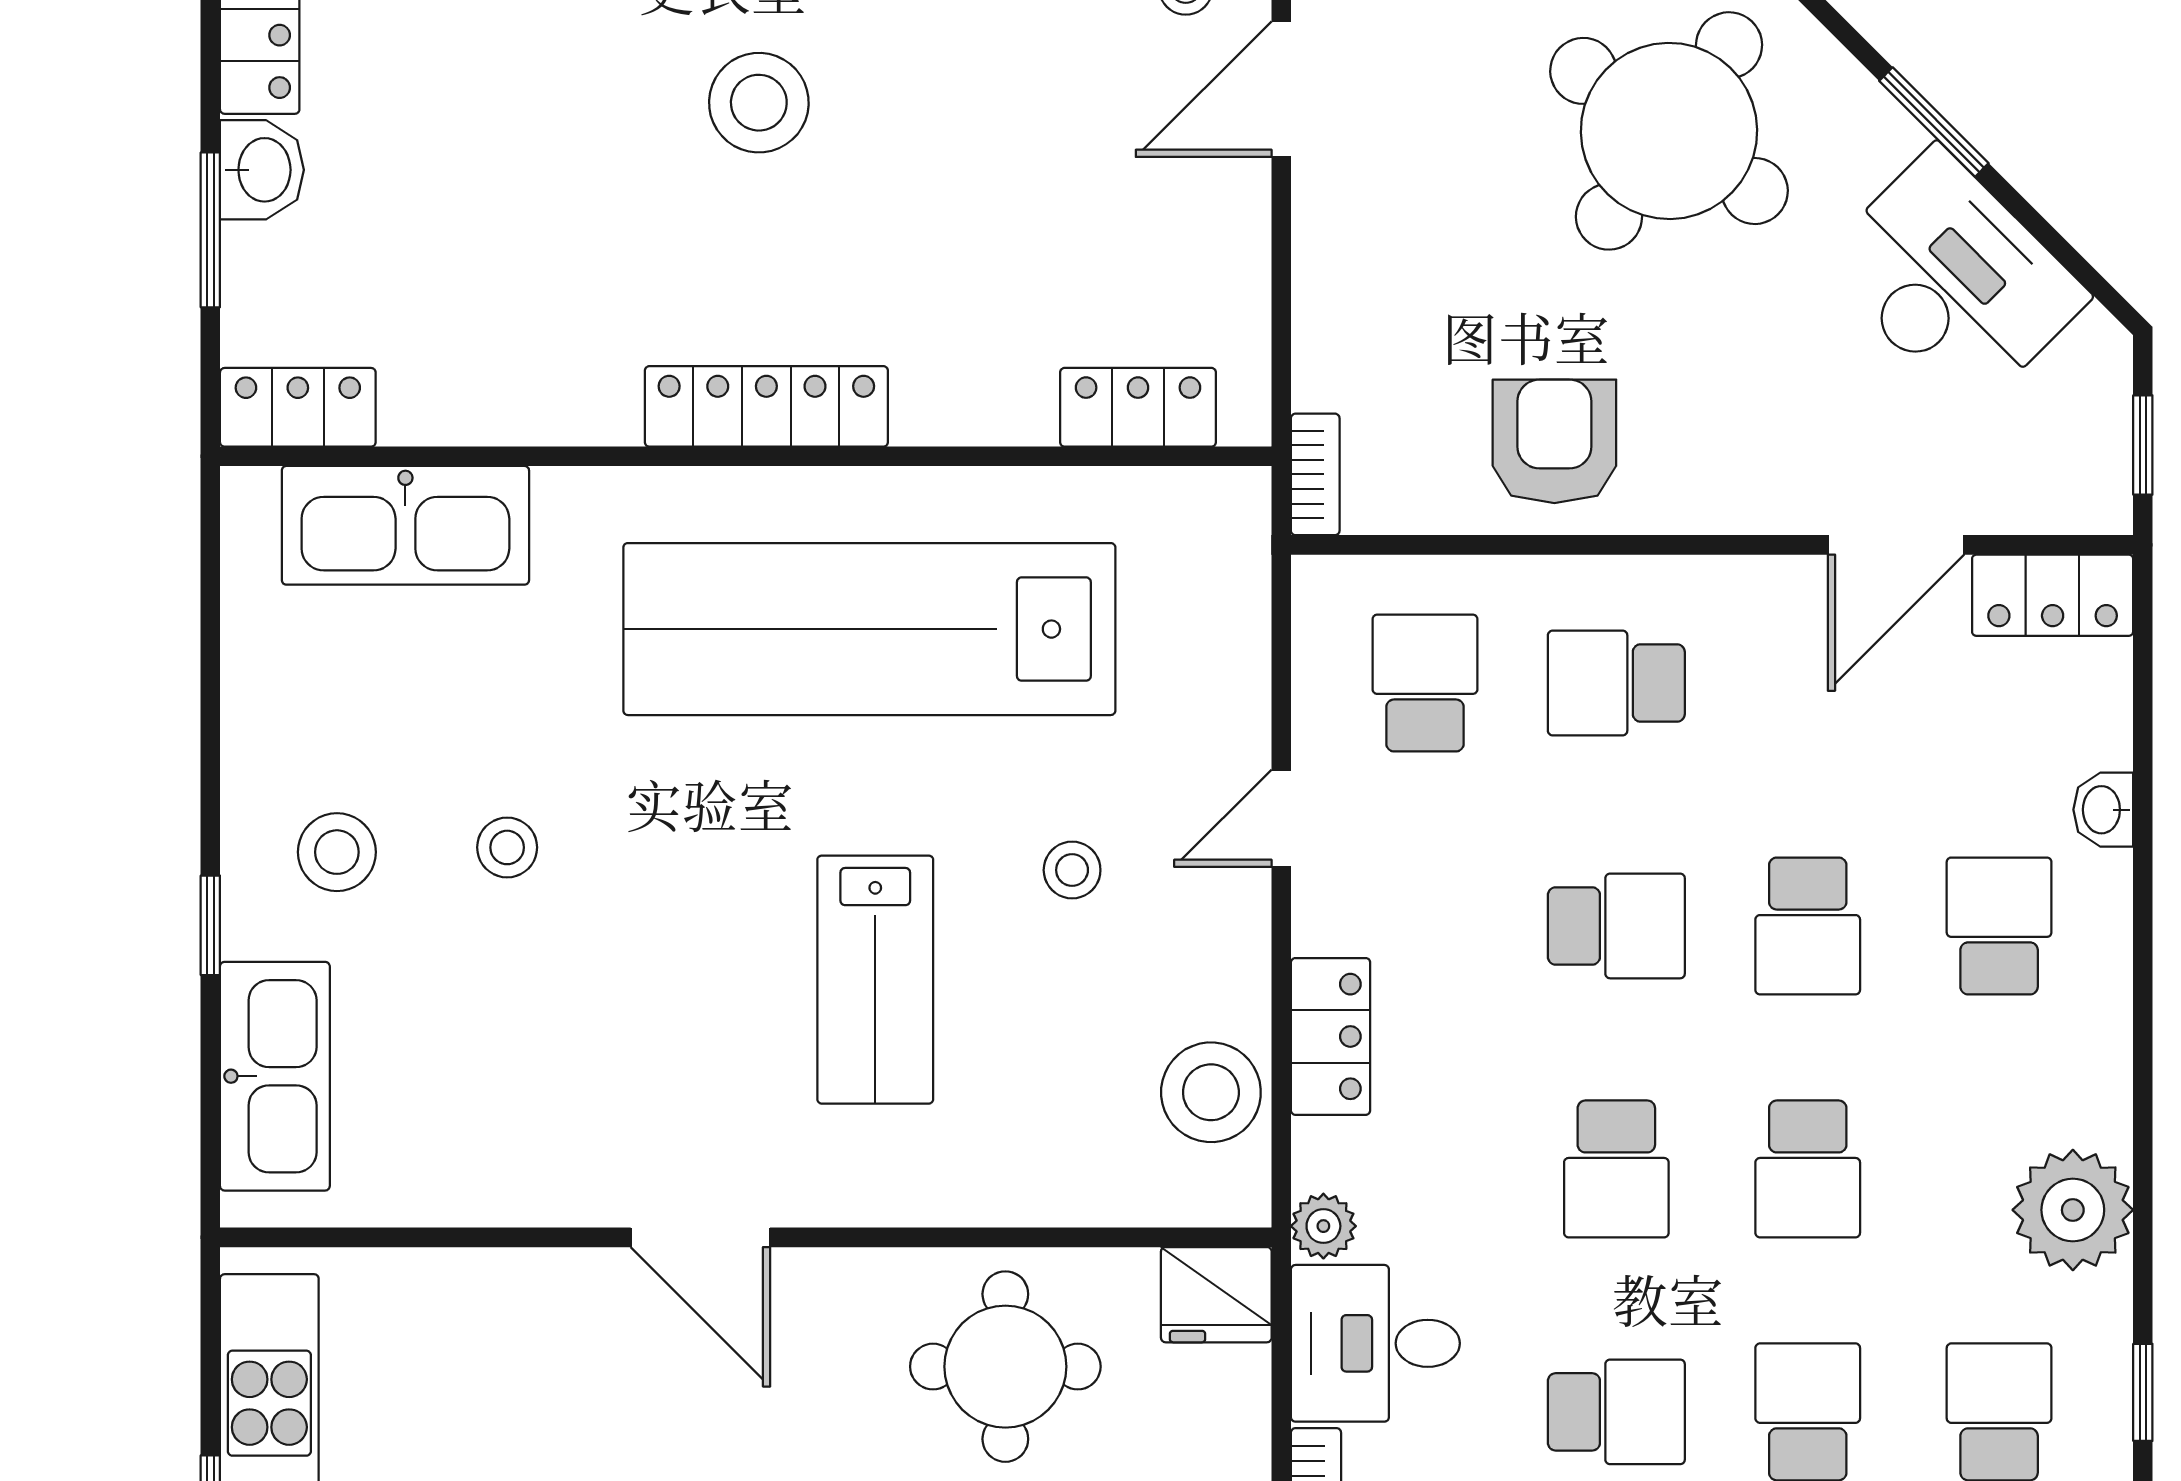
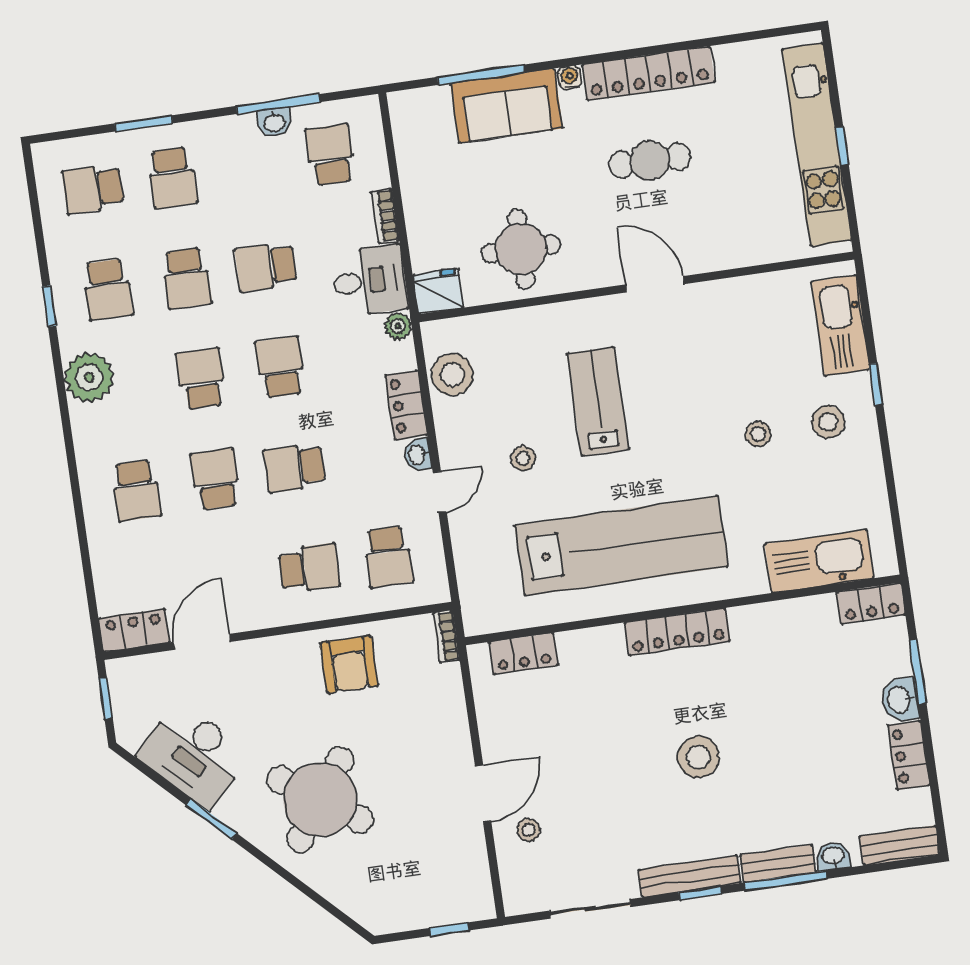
washbasin: (2103, 810) -> (418, 455), moved, turned 180

